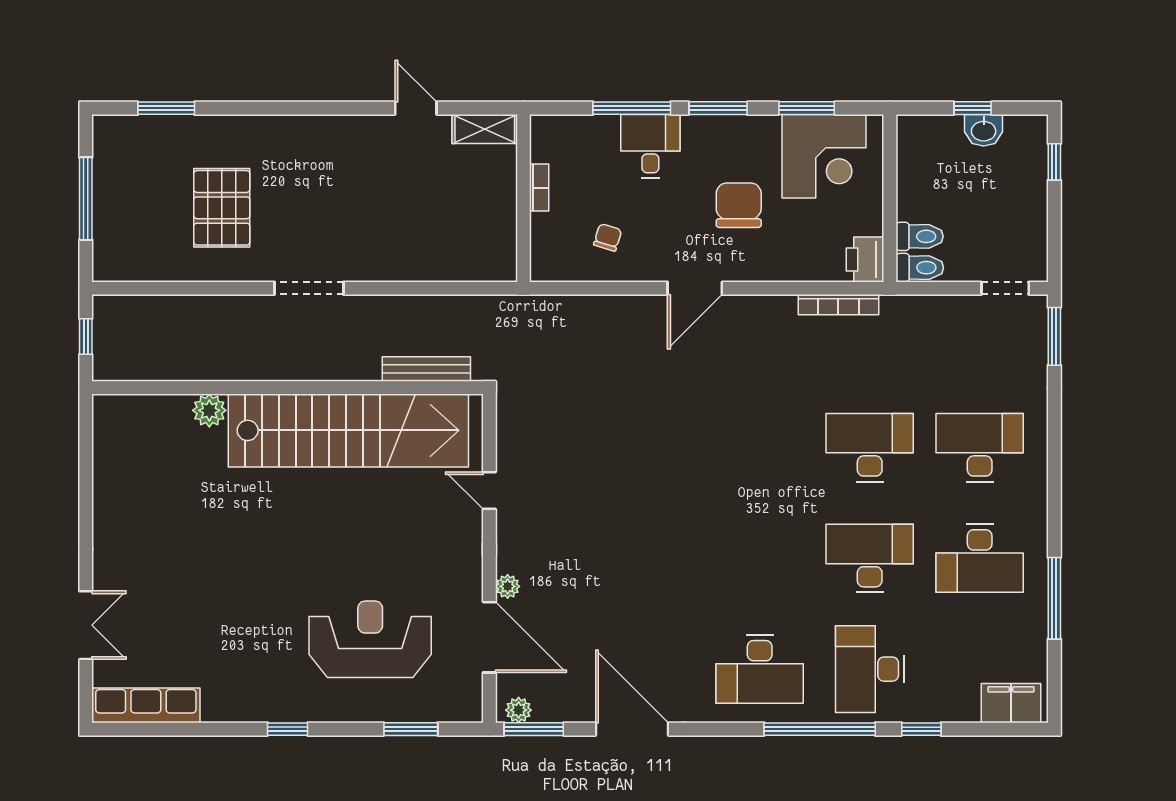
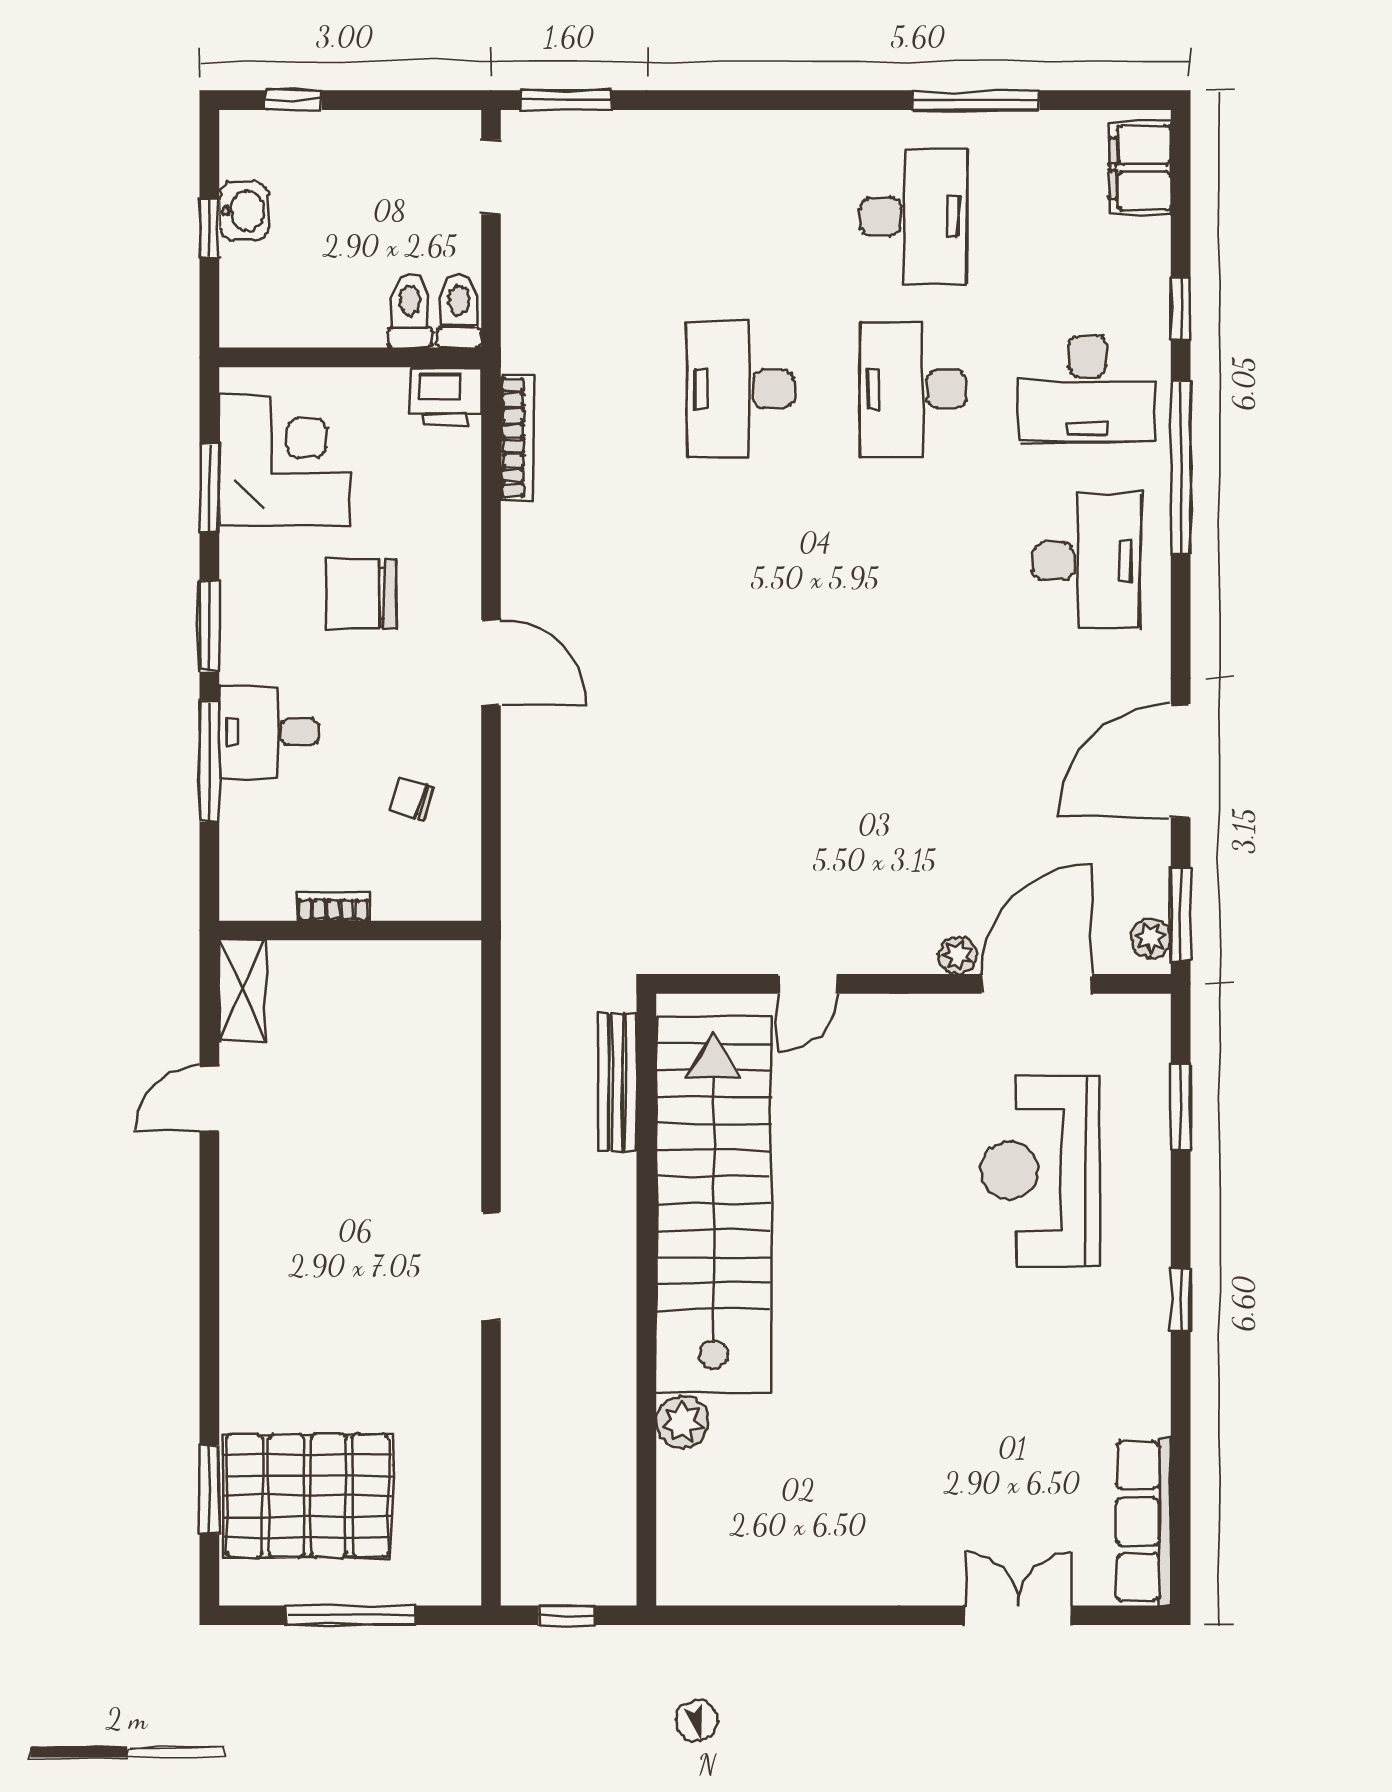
pallet: (222, 208) -> (307, 1496), moved, width x1.37, depth x1.41
desk: (980, 448) -> (740, 217), removed

